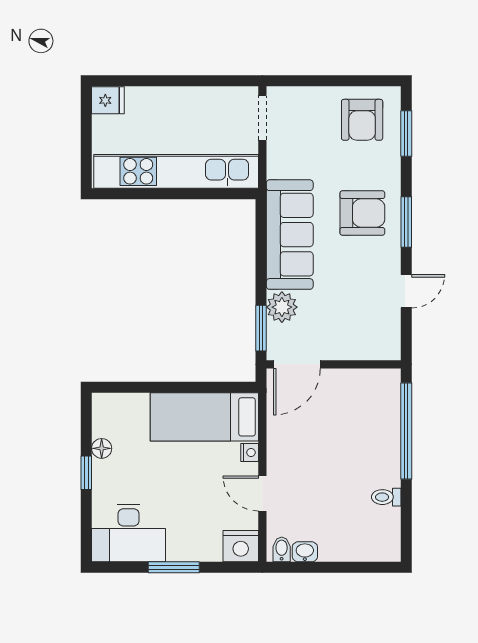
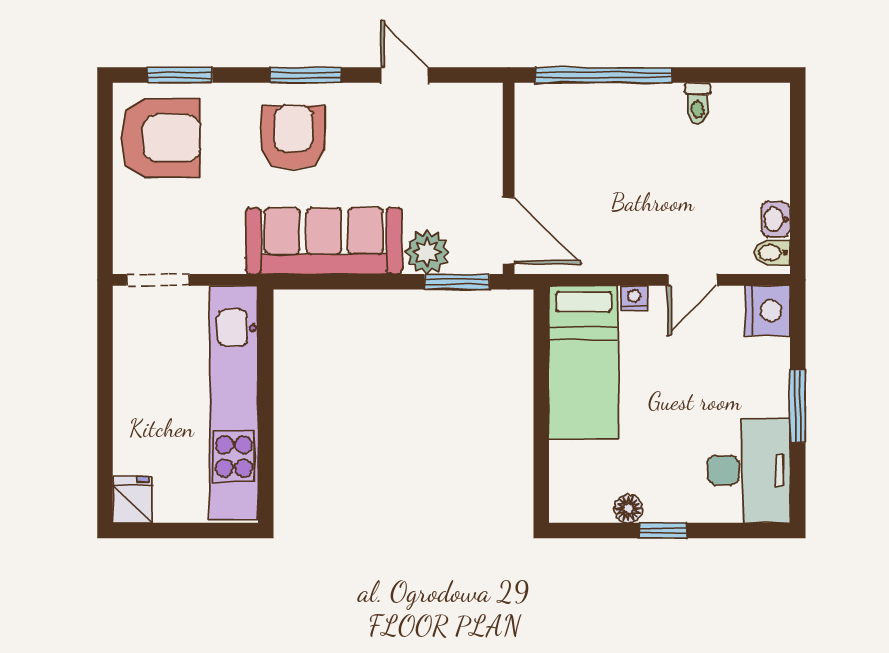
armchair: (362, 120) -> (160, 138), width x1.36, depth x1.36

